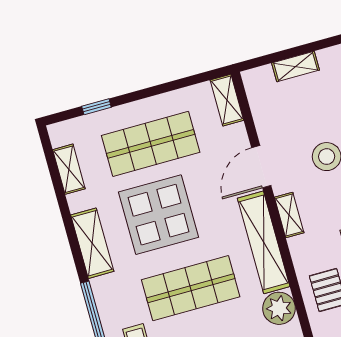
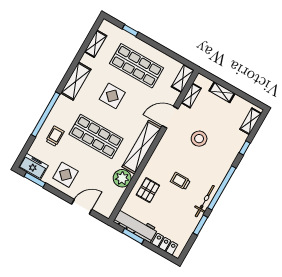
display table: (159, 215) -> (112, 96), width x0.54, depth x0.54
shelving: (289, 215) -> (191, 96), moved

